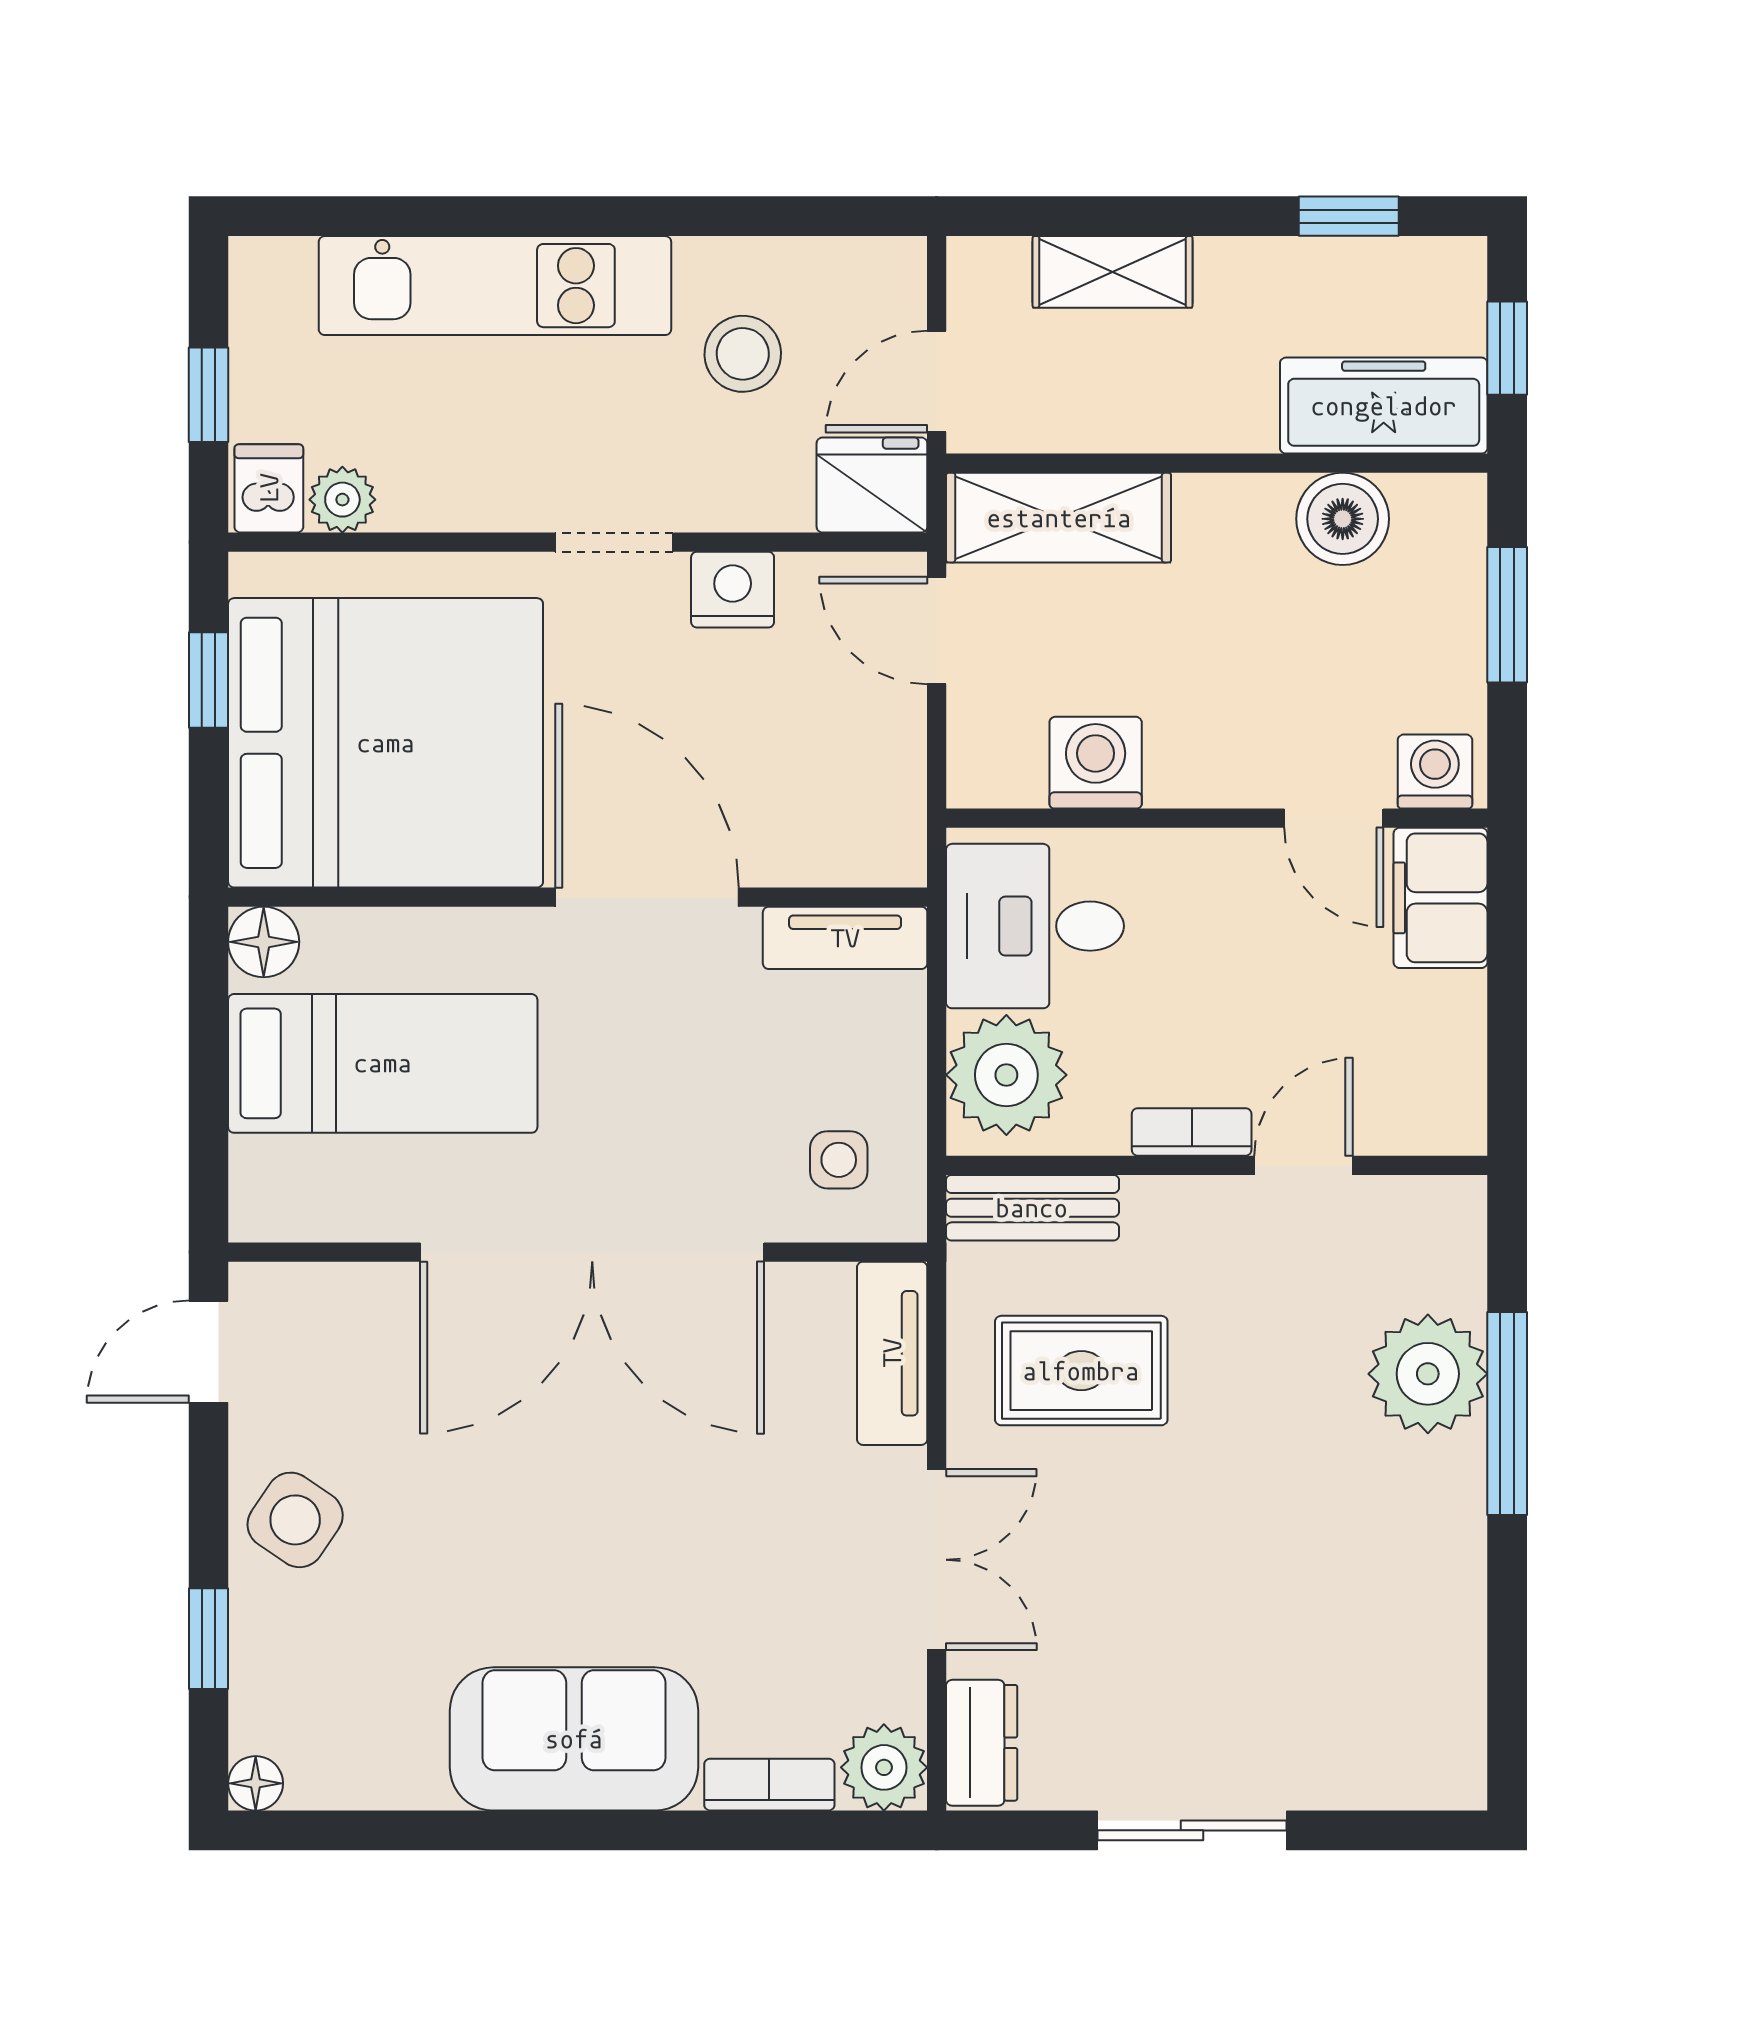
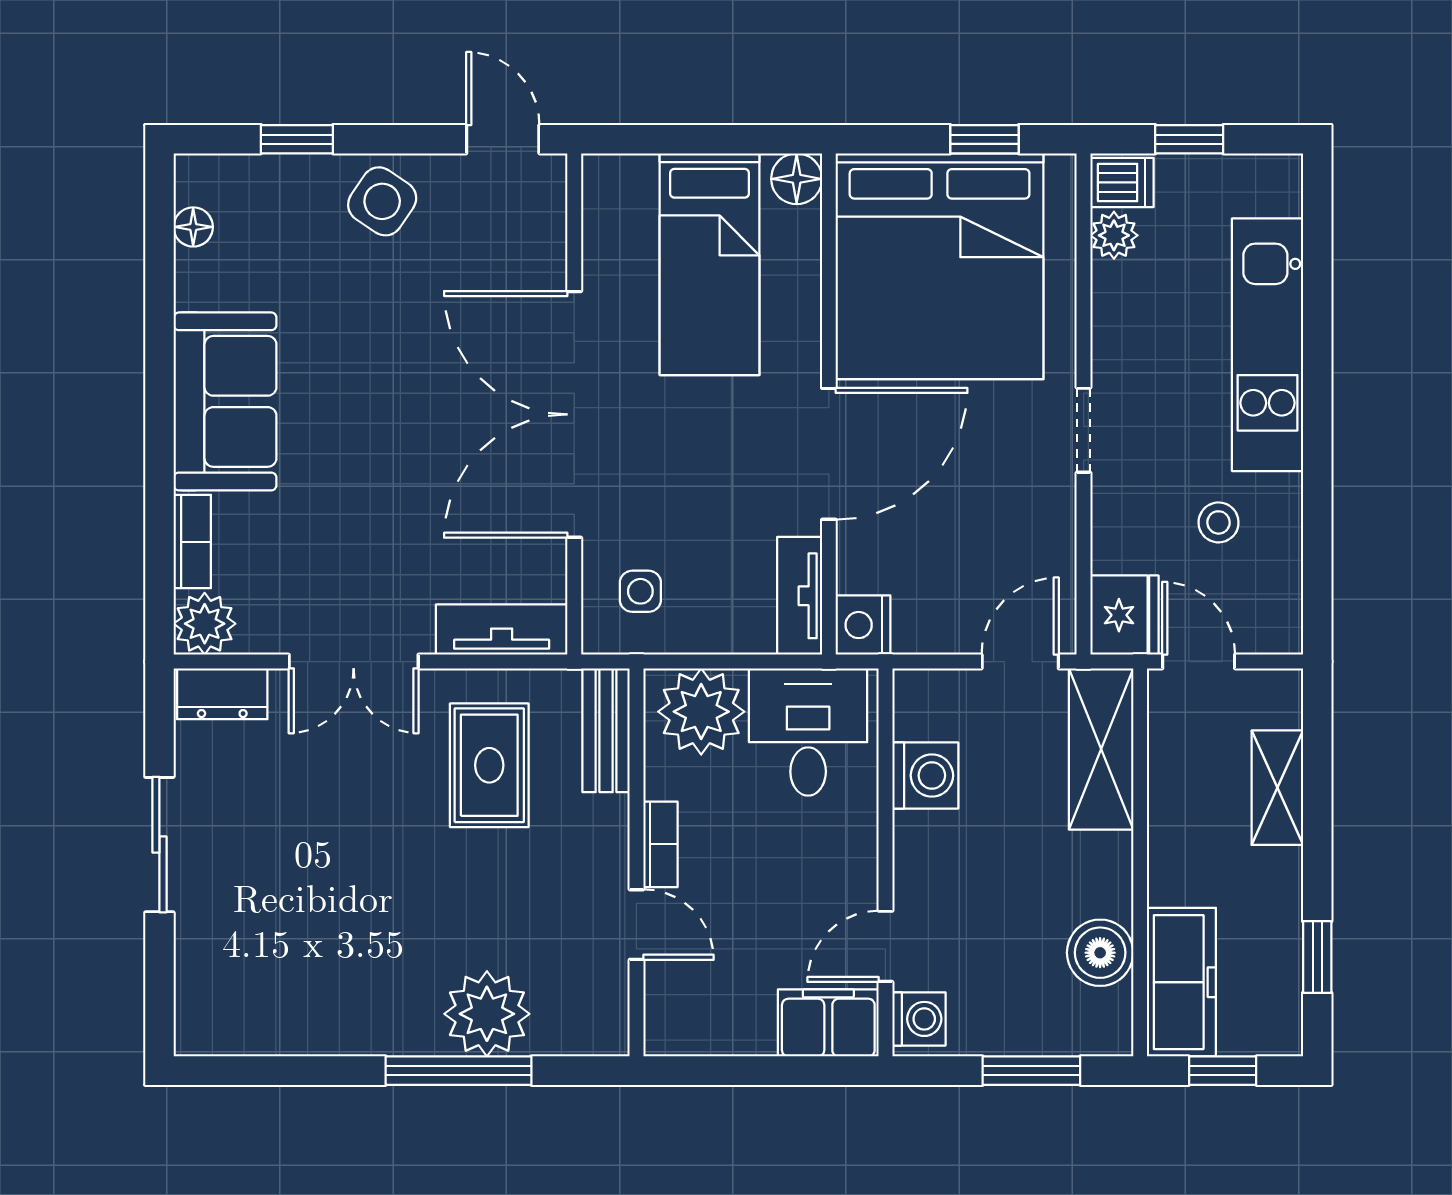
stool: (743, 354) -> (1219, 522), width x0.73, depth x0.73
nightstand: (733, 590) -> (863, 625), moved, turned 180
floor lamp: (256, 1783) -> (193, 227), moved

